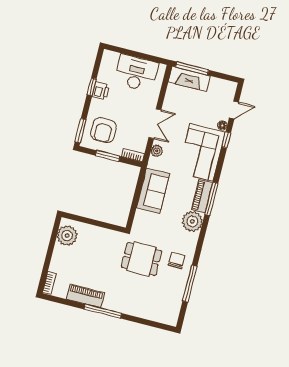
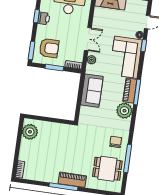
armchair: (103, 130) -> (49, 48), turned -90
dining table: (141, 259) -> (107, 169), moved
piano: (85, 296) -> (72, 180), moved

